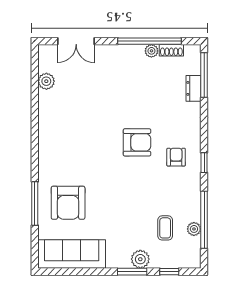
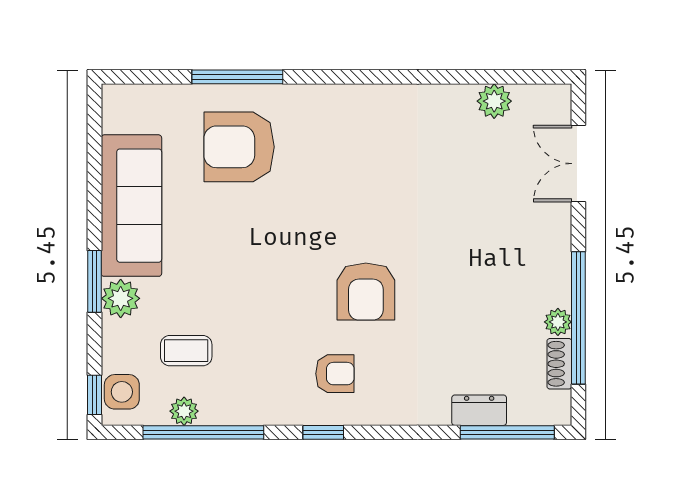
sofa: (72, 254) -> (131, 206), moved
side table: (185, 259) -> (122, 392), added
window: (169, 272) -> (95, 395), moved

